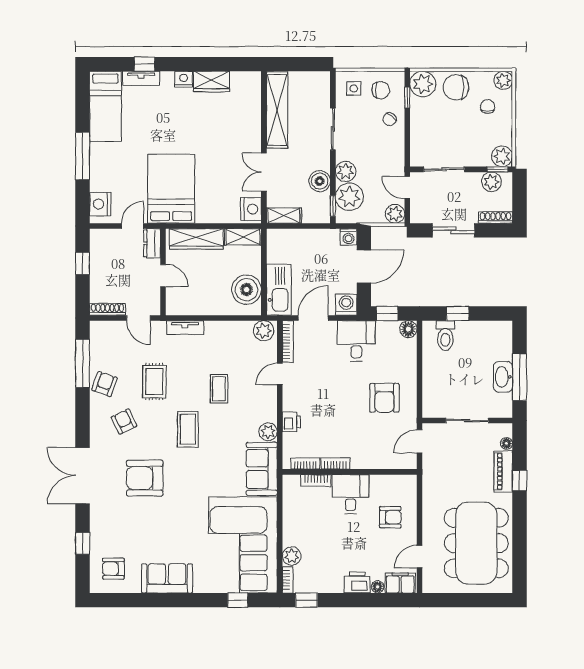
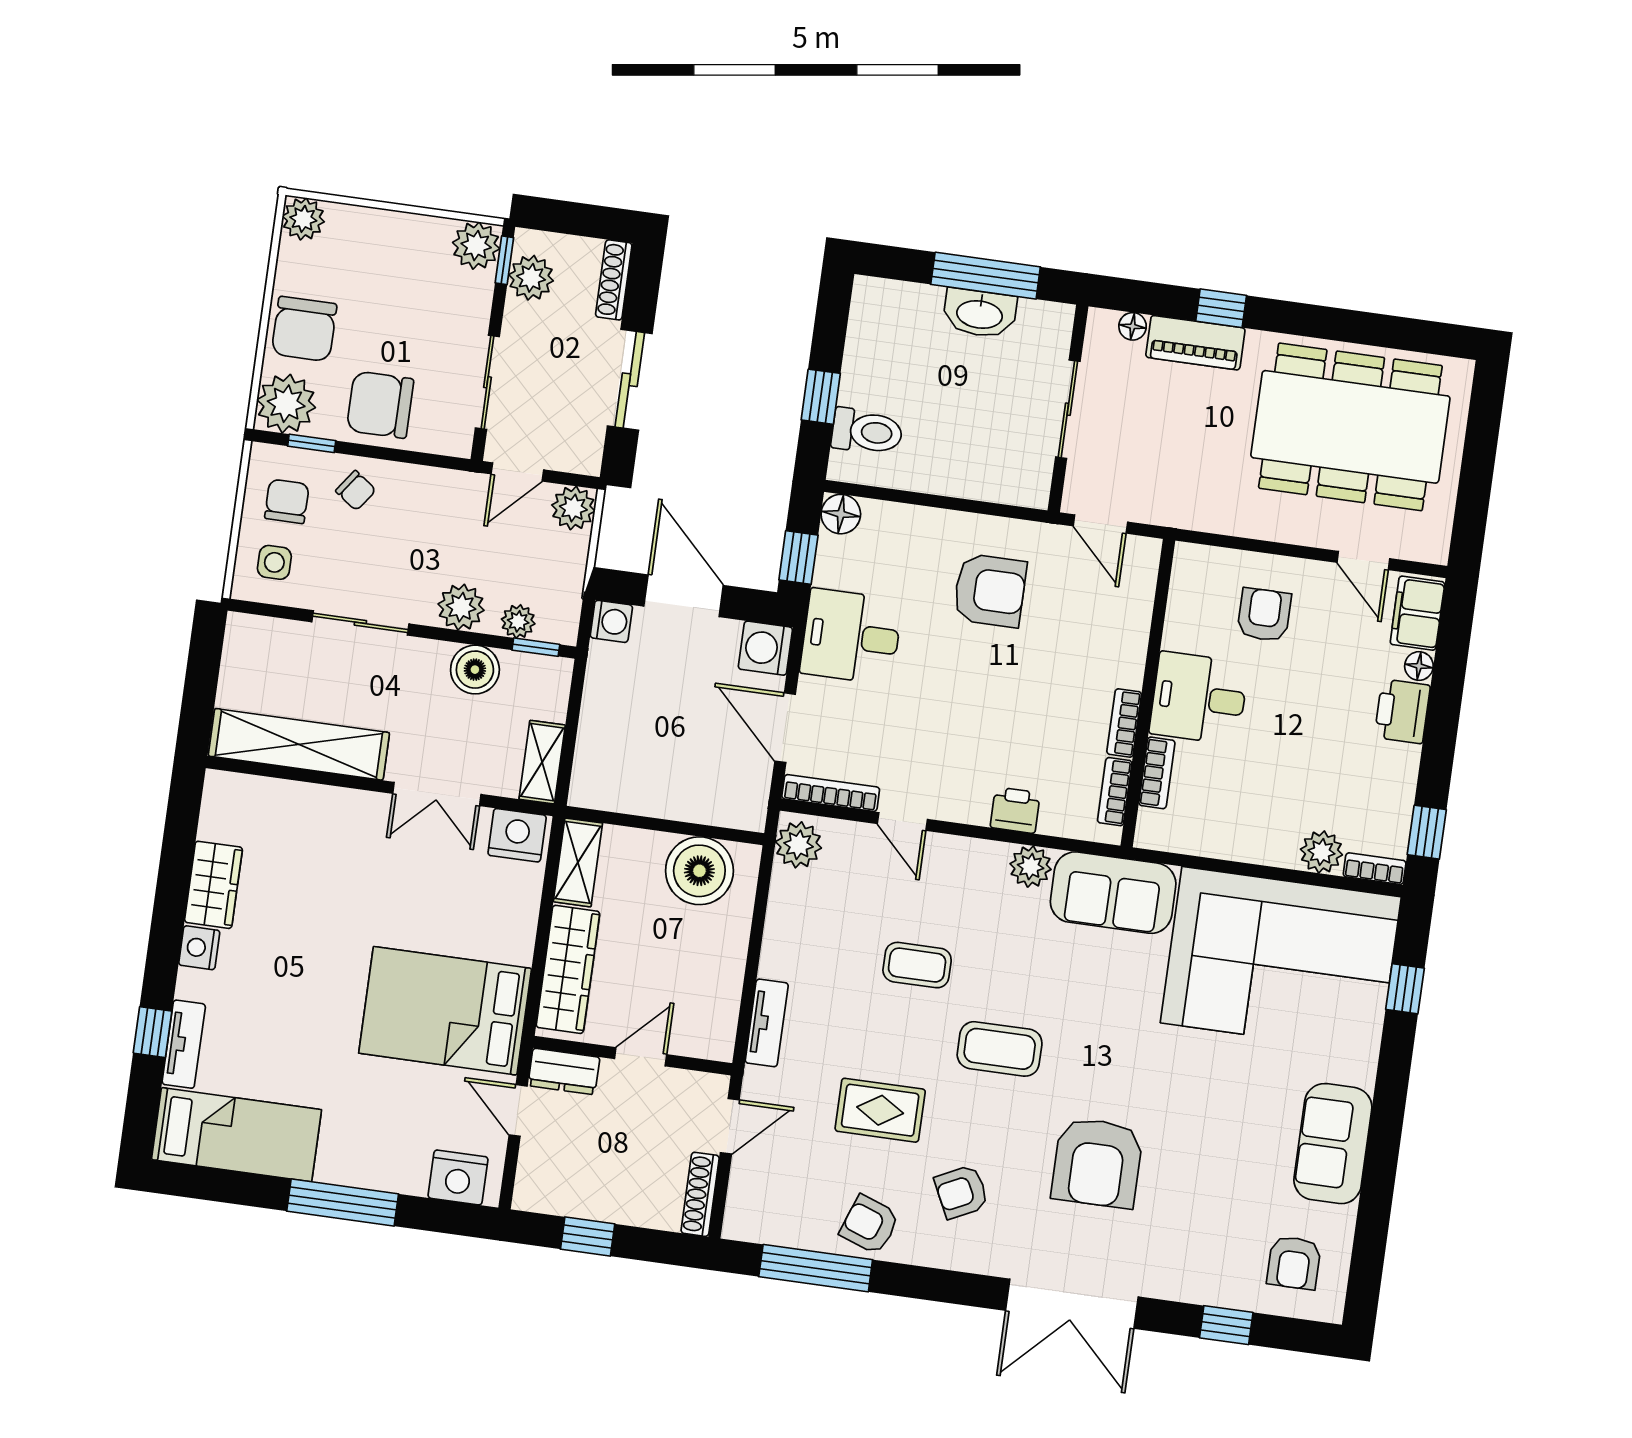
chair: (488, 107) -> (380, 405), moved, width x1.87, depth x1.87
plant: (349, 197) -> (518, 621), width x0.53, depth x0.53
kitchen sink: (279, 290) -> (710, 797), removed

